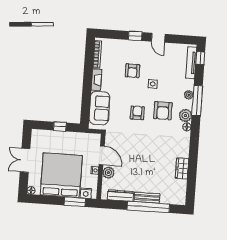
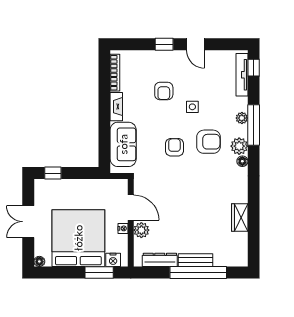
armchair: (163, 111) -> (209, 142), turned -90
window: (60, 127) -> (53, 173), moved

